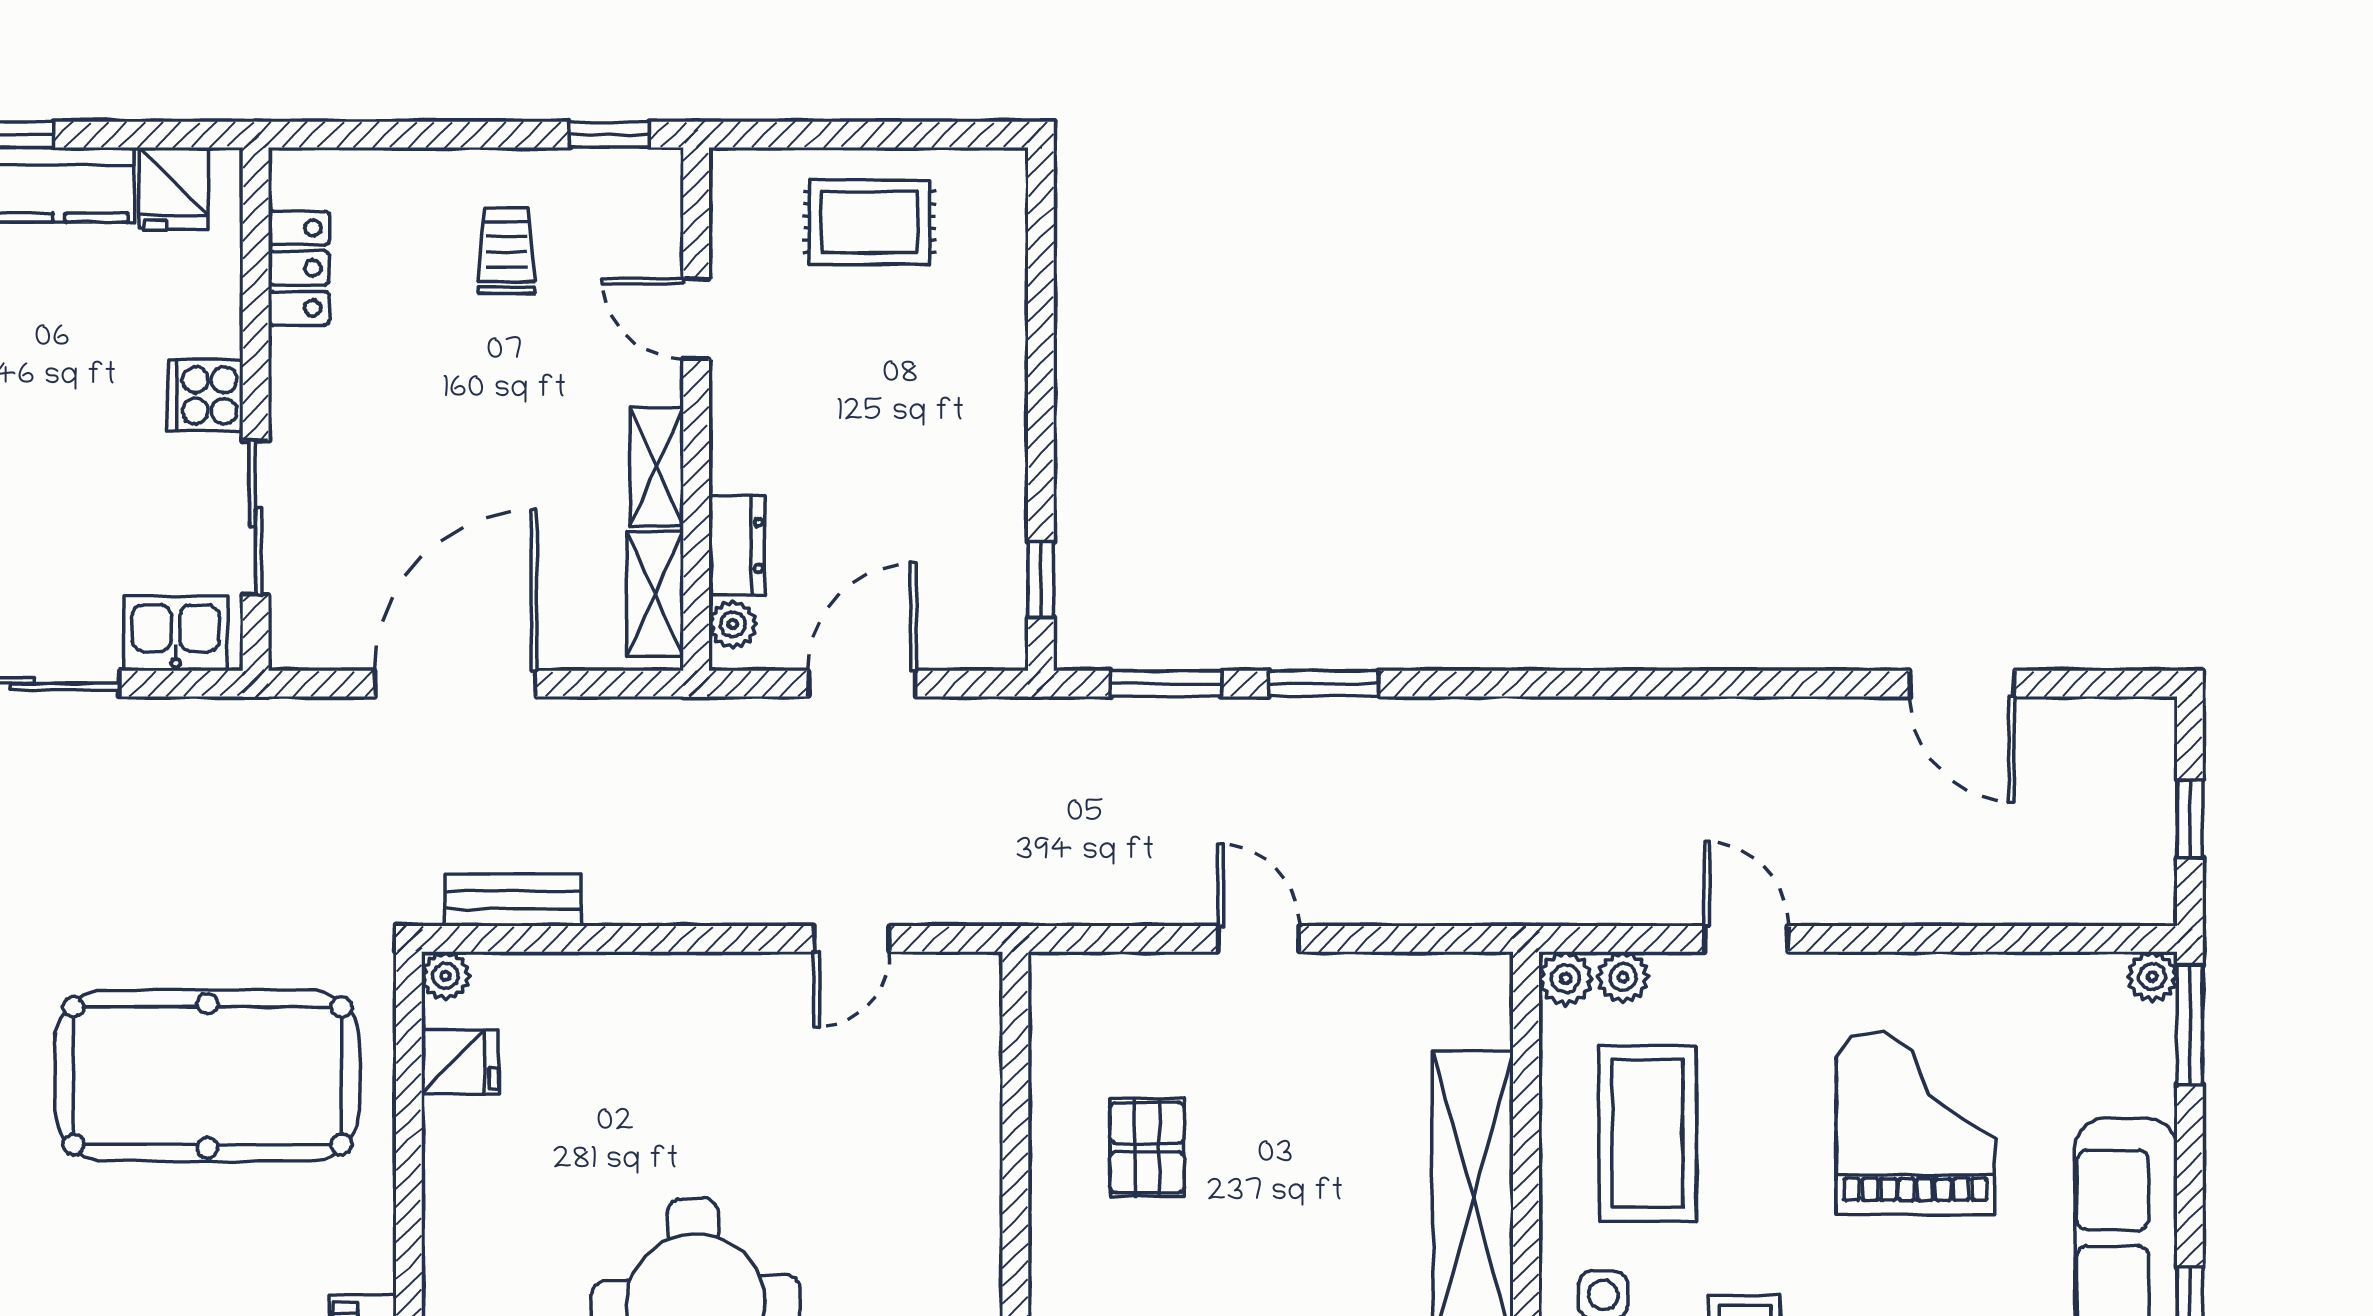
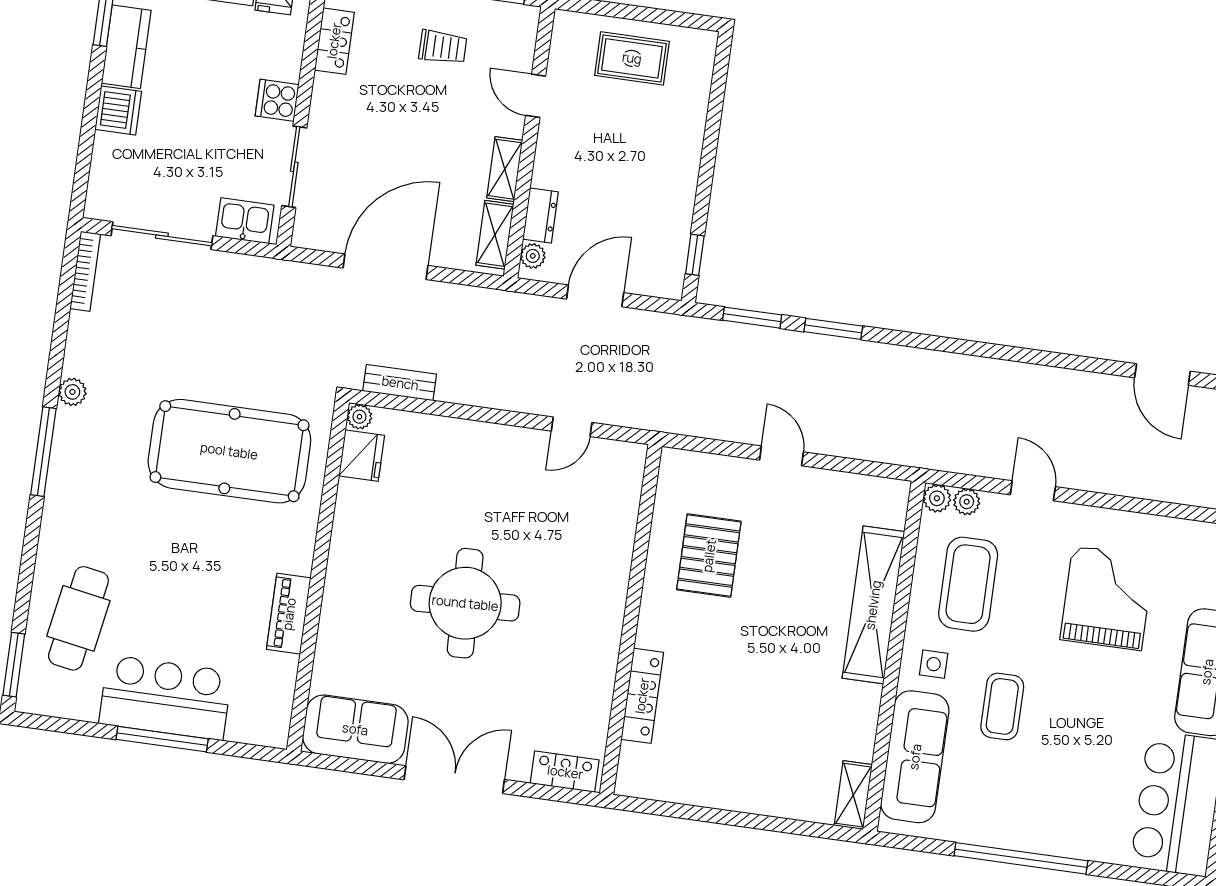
trolley: (507, 251) -> (443, 47), turned 90
fridge: (460, 1062) -> (362, 456), width x1.38
pallet: (1147, 1148) -> (709, 556), width x1.50, depth x1.42

